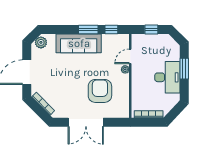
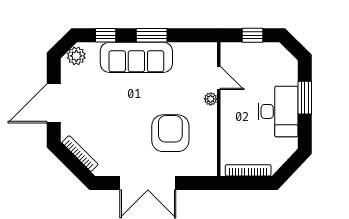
window: (111, 29) -> (106, 35), moved
door: (130, 56) -> (219, 78), swing flipped

